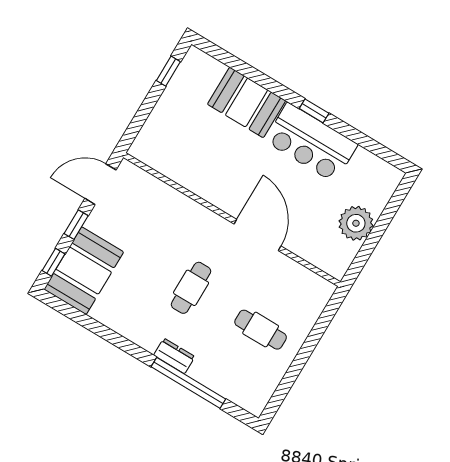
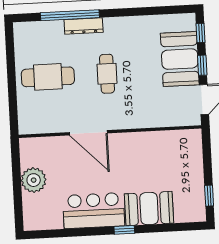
window: (314, 111) -> (124, 230), moved
booth: (84, 271) -> (180, 59), moved
cafe table: (261, 330) -> (48, 77), width x1.37, depth x1.35
dresser: (174, 356) -> (84, 26), width x1.44

